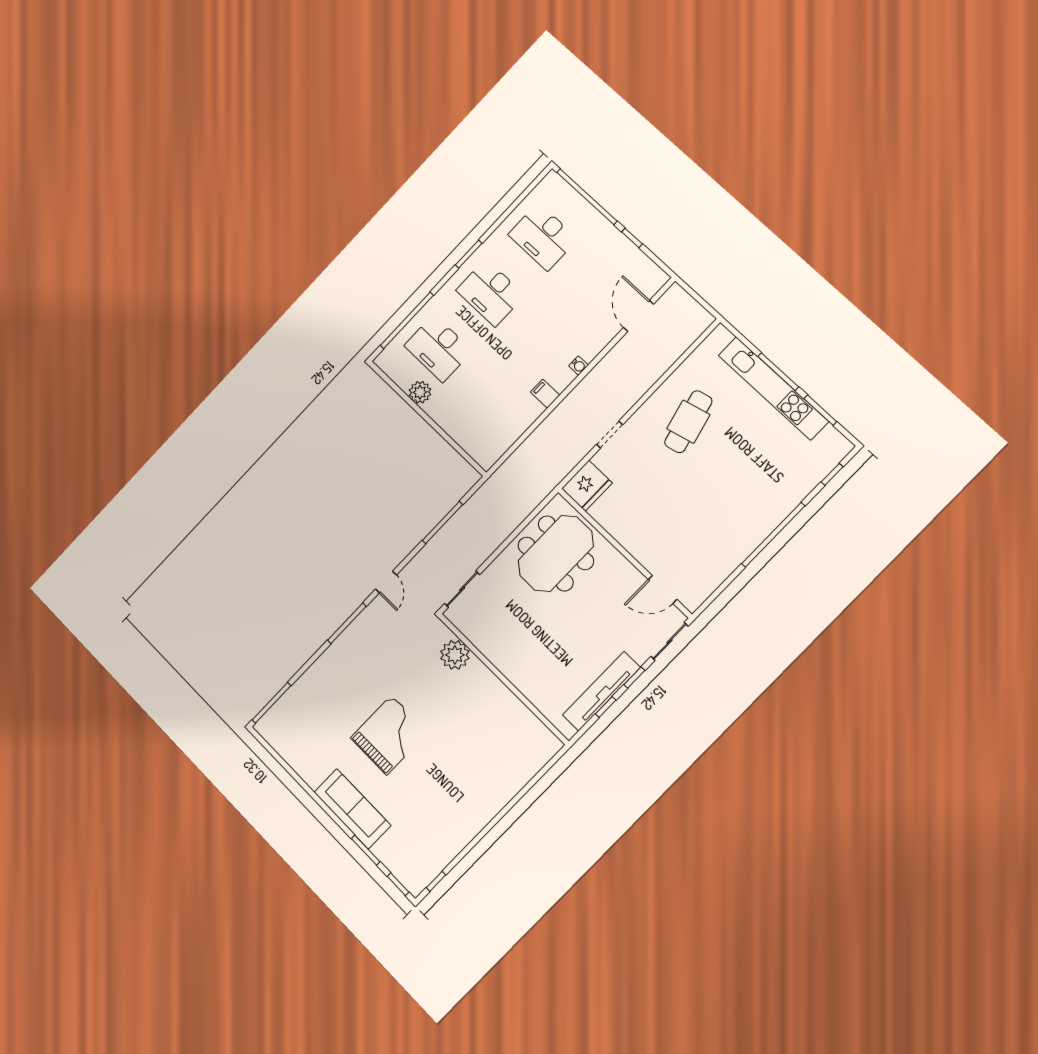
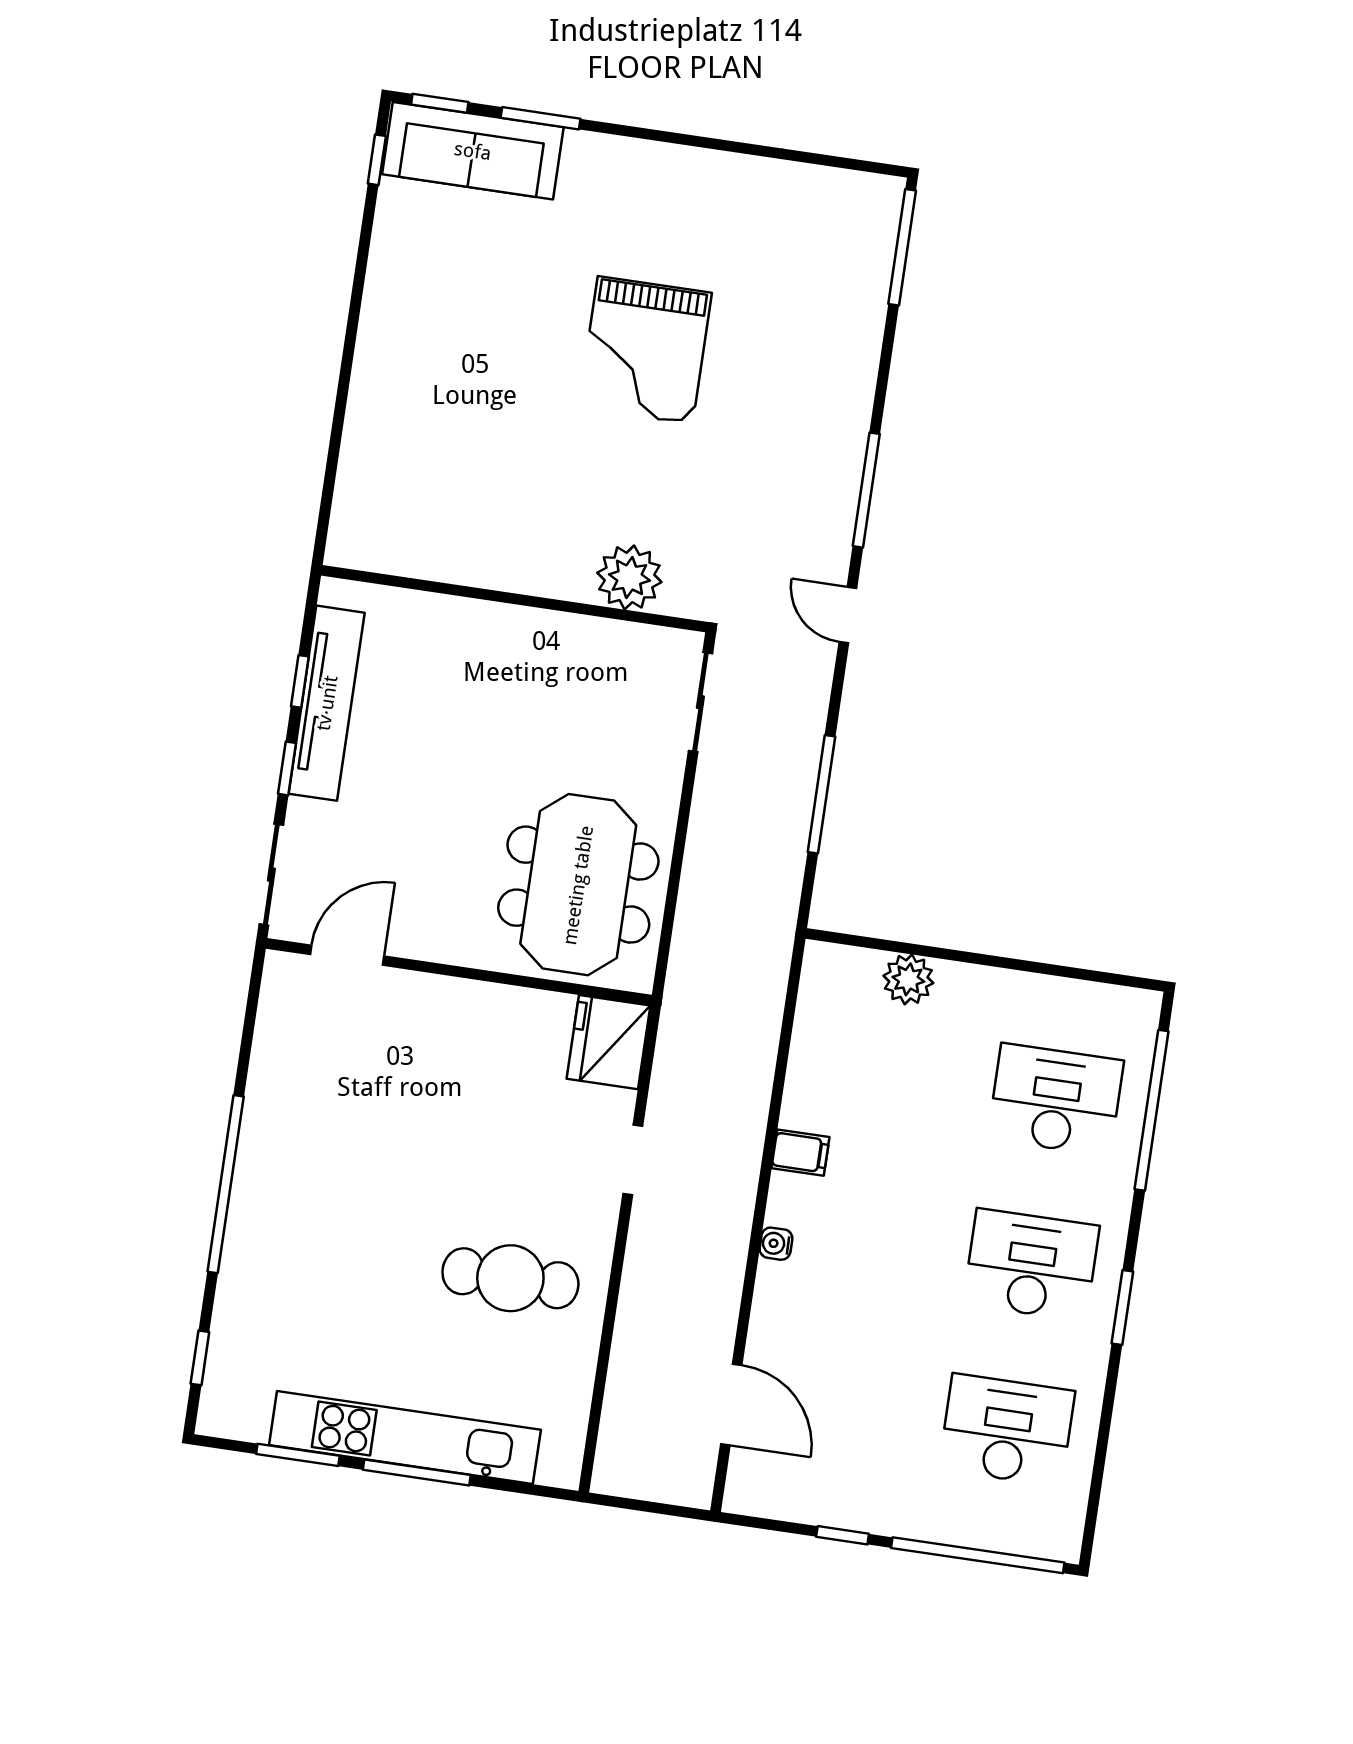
plant: (420, 392) -> (908, 979), moved
cafe table: (688, 422) -> (510, 1278), turned -76
sofa: (352, 809) -> (473, 151), moved

